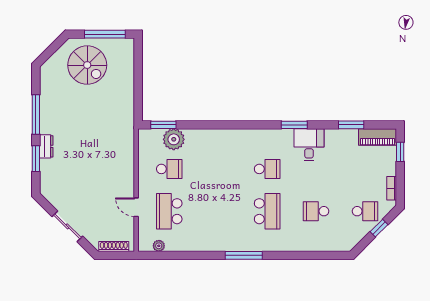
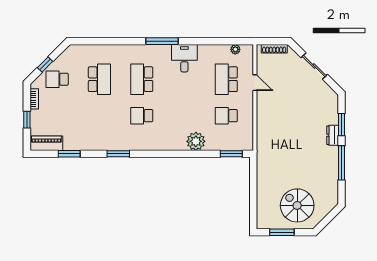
window: (105, 34) -> (282, 232), width x0.69
plant: (174, 139) -> (196, 141), moved
desk: (309, 145) -> (184, 58), moved, turned 180
window: (400, 152) -> (27, 120), moved
school desk: (169, 211) -> (226, 79), turned 180
school desk: (316, 211) -> (99, 79), width x1.85

